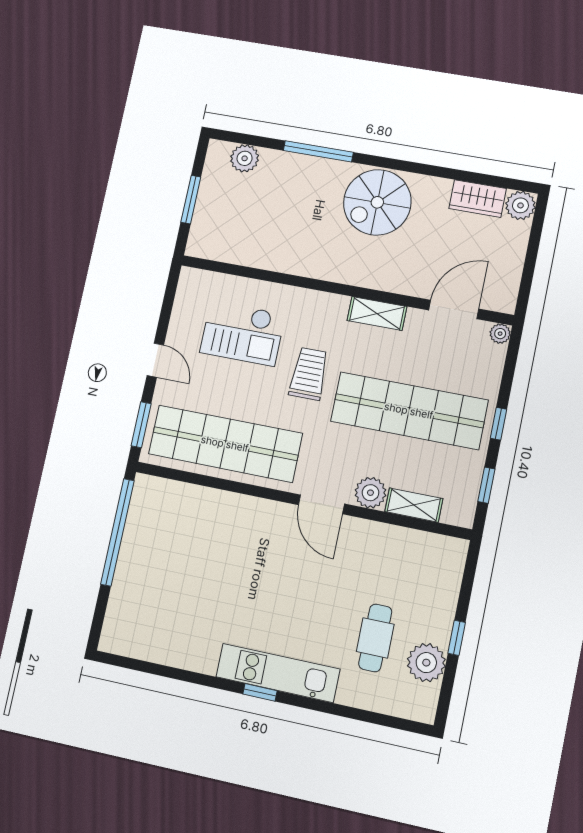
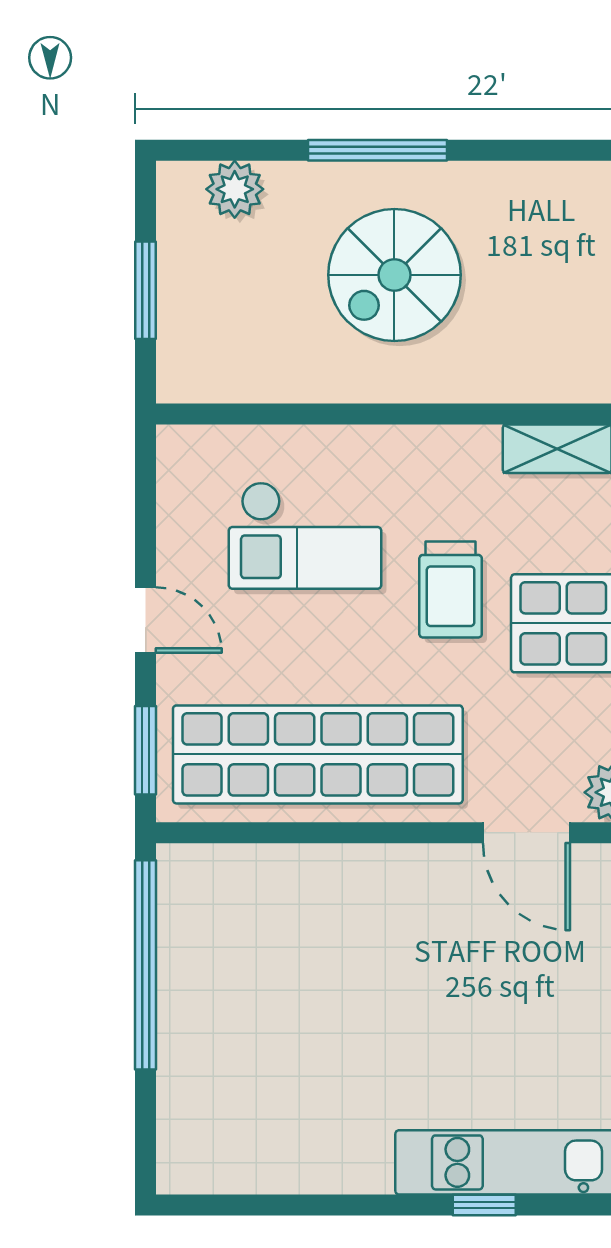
spiral stairs: (377, 202) -> (394, 275), moved
trolley: (309, 374) -> (451, 589), turned 180

